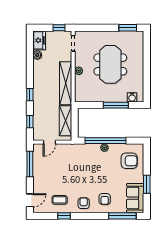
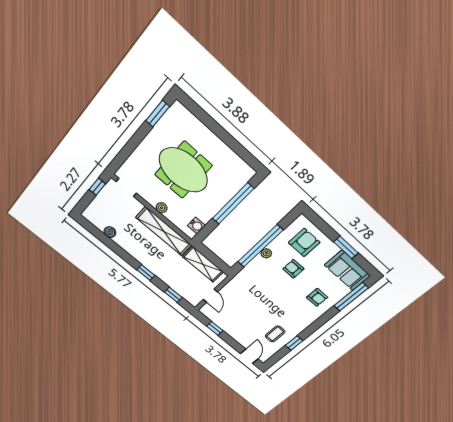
freezer: (39, 40) -> (95, 217), removed
water cooler: (132, 97) -> (196, 225), moved
window: (116, 105) -> (233, 204), width x1.46
window: (30, 164) -> (215, 328), width x0.46
armchair: (84, 203) -> (293, 269), moved

